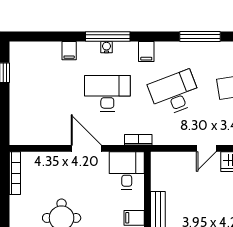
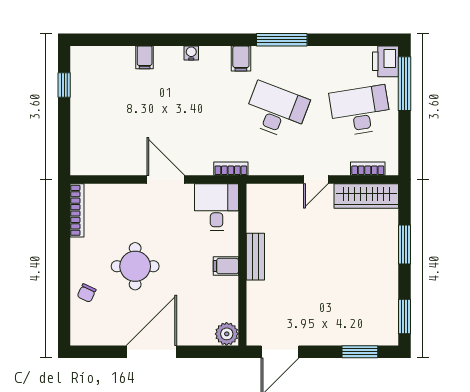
window: (108, 36) -> (193, 40), removed
window: (200, 36) -> (282, 40), moved
desk: (107, 93) -> (192, 111), removed
desk: (175, 93) -> (276, 111), turned 42

